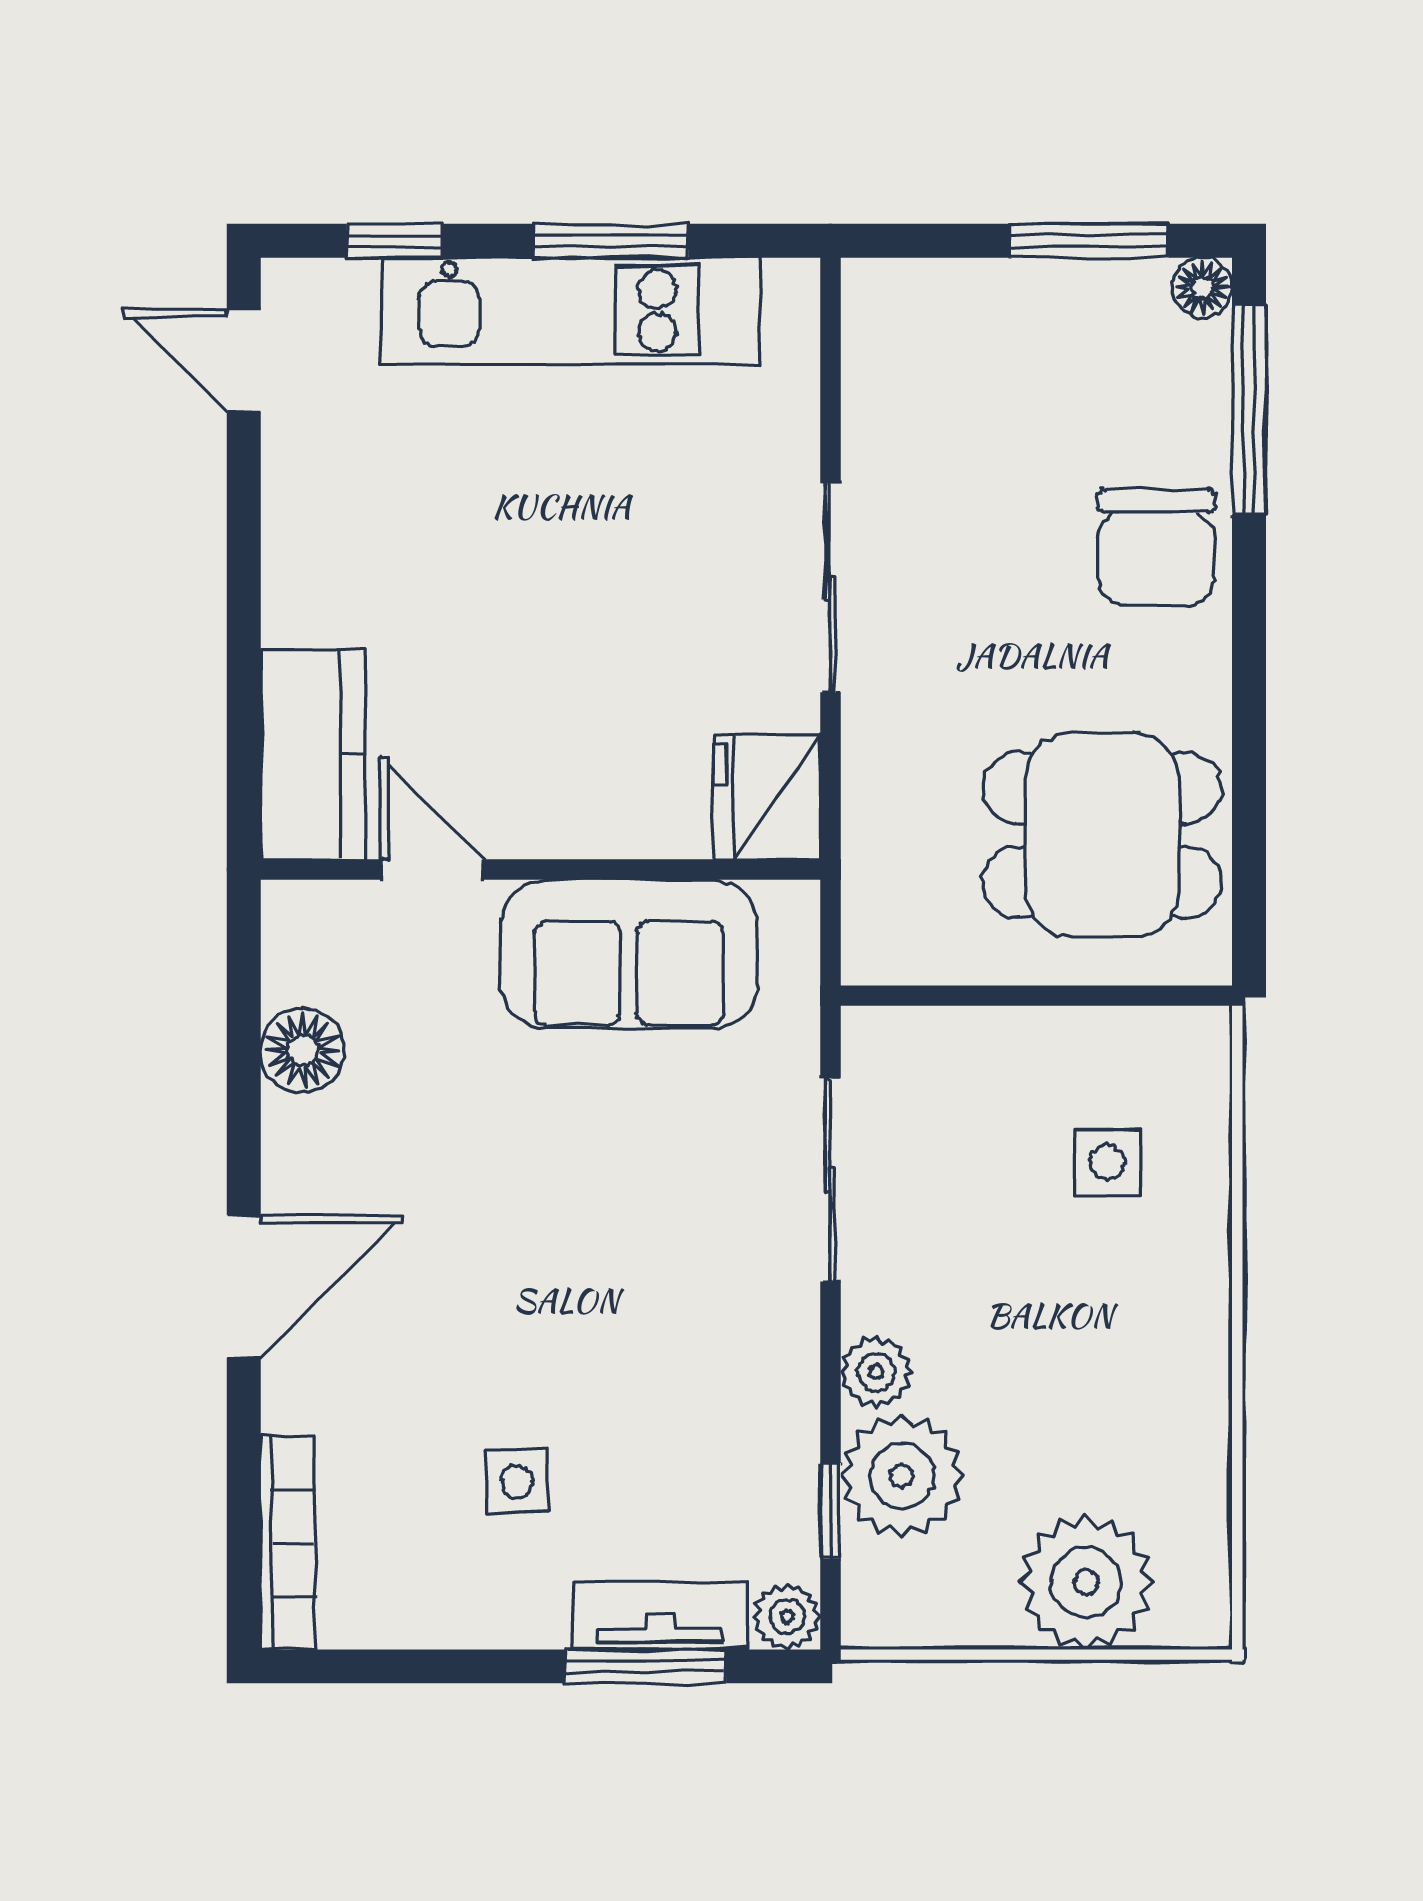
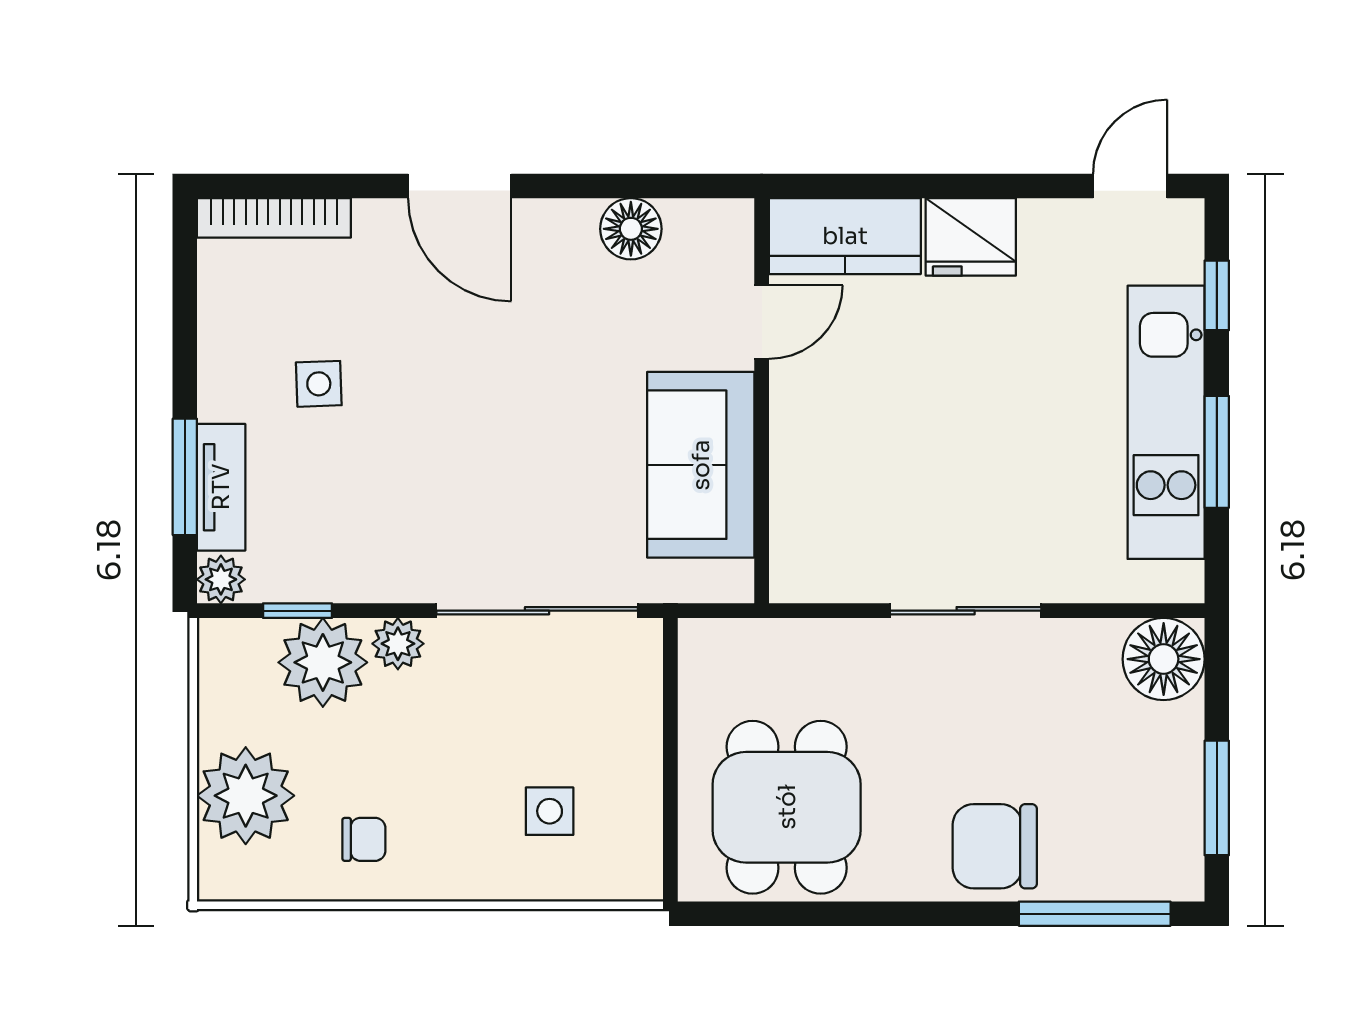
floor lamp: (1202, 288) -> (1164, 659), moved, width x1.89, depth x1.89
fridge: (767, 797) -> (971, 237), moved, turned 180
sliding door: (830, 1180) -> (537, 611), width x1.37
chair: (1146, 1419) -> (364, 839), added

